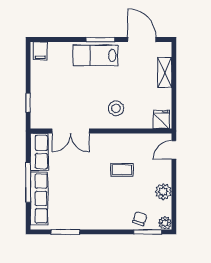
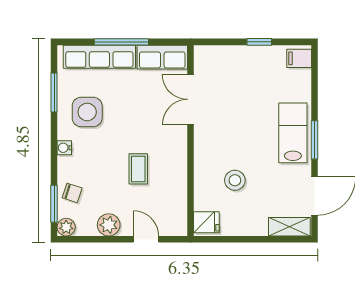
shelving: (165, 72) -> (289, 227), moved
window: (28, 103) -> (259, 42), moved
stool: (116, 108) -> (235, 180), moved
door: (174, 150) -> (146, 239), moved
side table: (80, 207) -> (87, 112), added
water cooler: (106, 224) -> (64, 148), added

